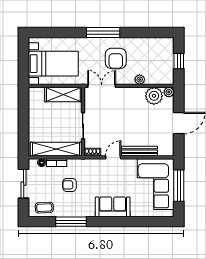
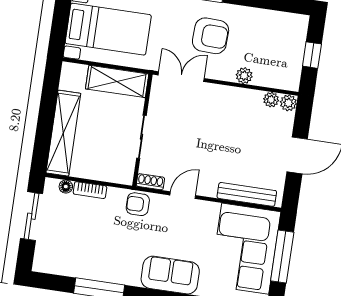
armchair: (116, 58) -> (211, 36), turned -88
plant: (154, 96) -> (271, 100), width x0.53, depth x0.53
shelving: (56, 149) -> (63, 133), moved, turned 90
bench: (140, 151) -> (247, 194), moved
armchair: (69, 185) -> (138, 204), moved
coffee table: (44, 208) -> (59, 260), removed

